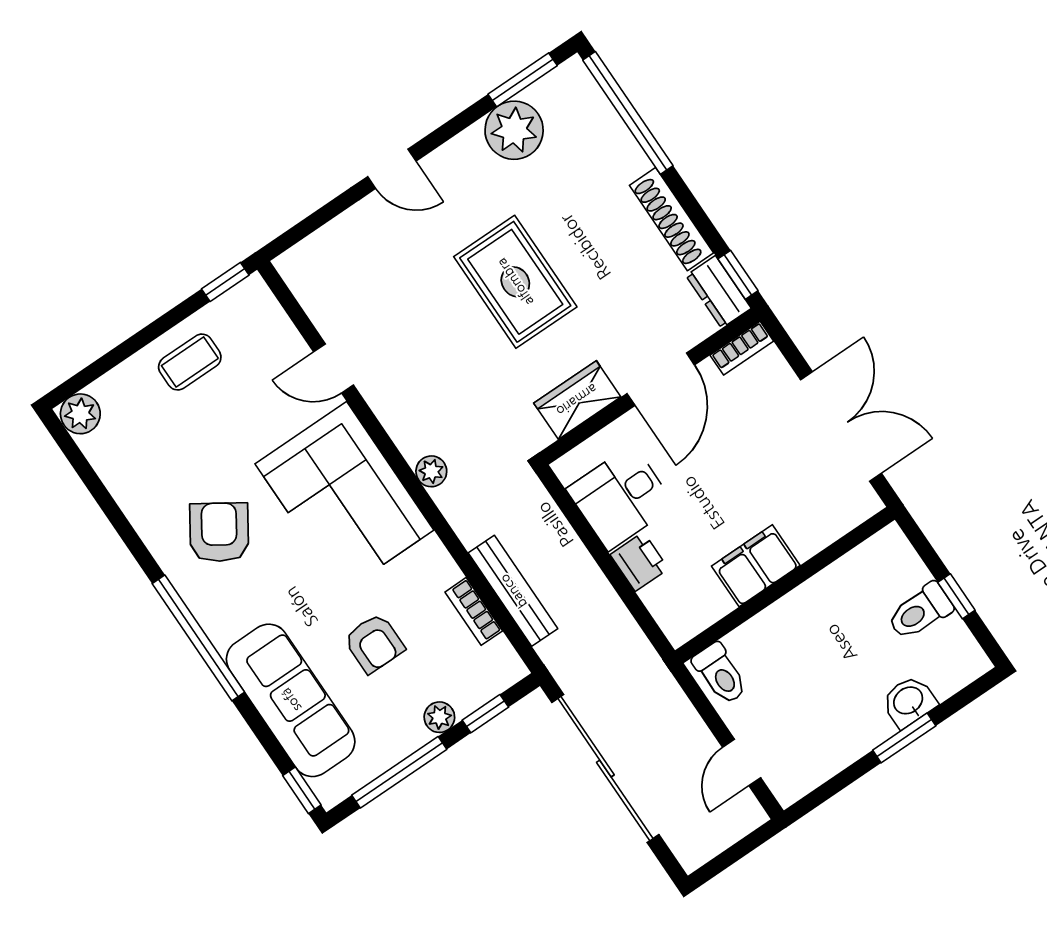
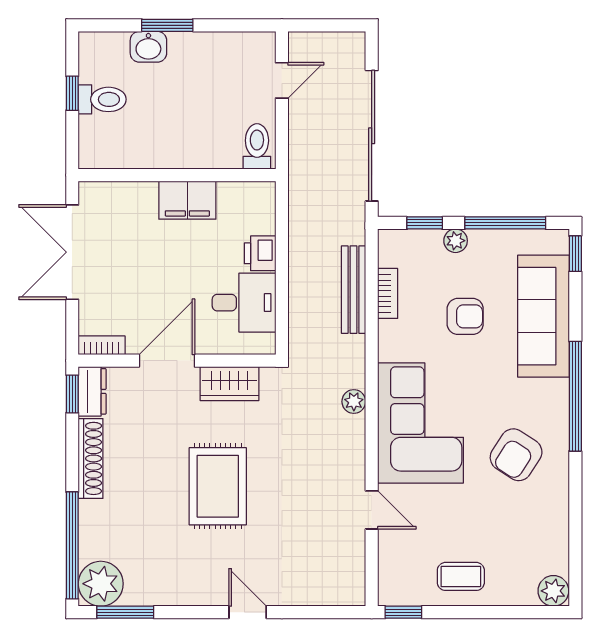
plant: (514, 130) -> (101, 584), moved
armchair: (374, 643) -> (465, 316), turned 90

